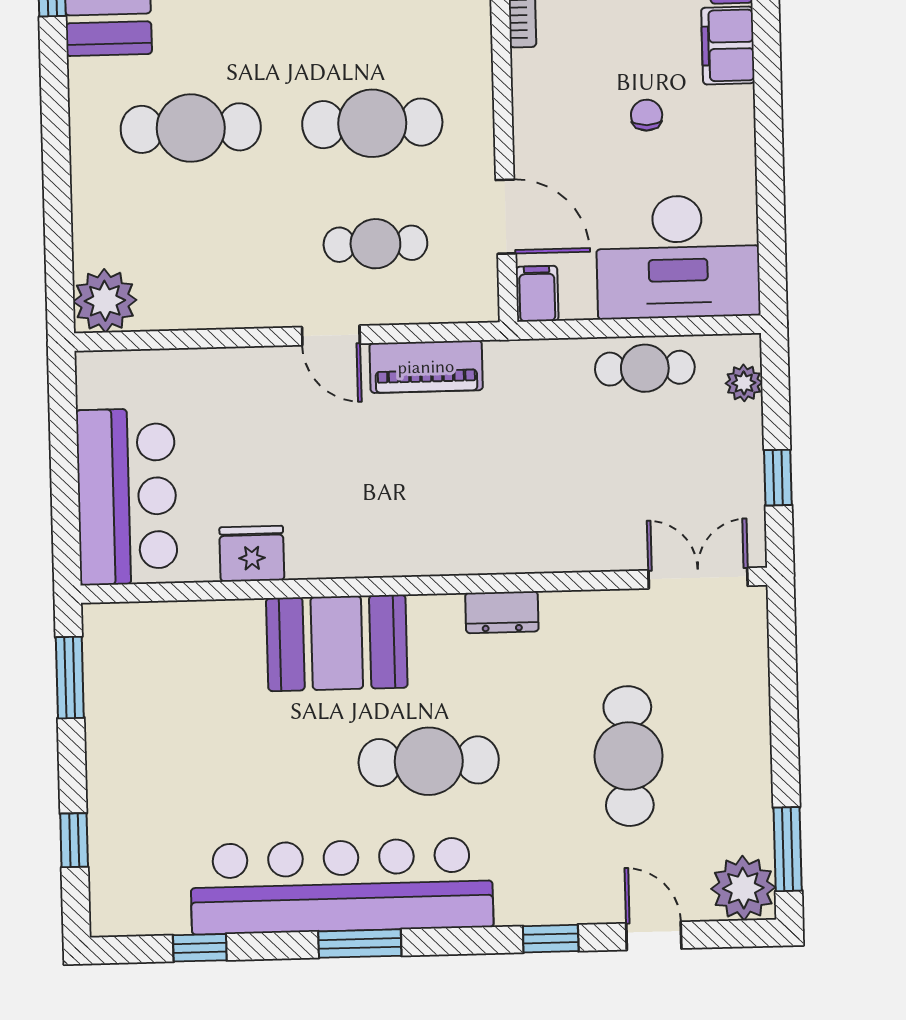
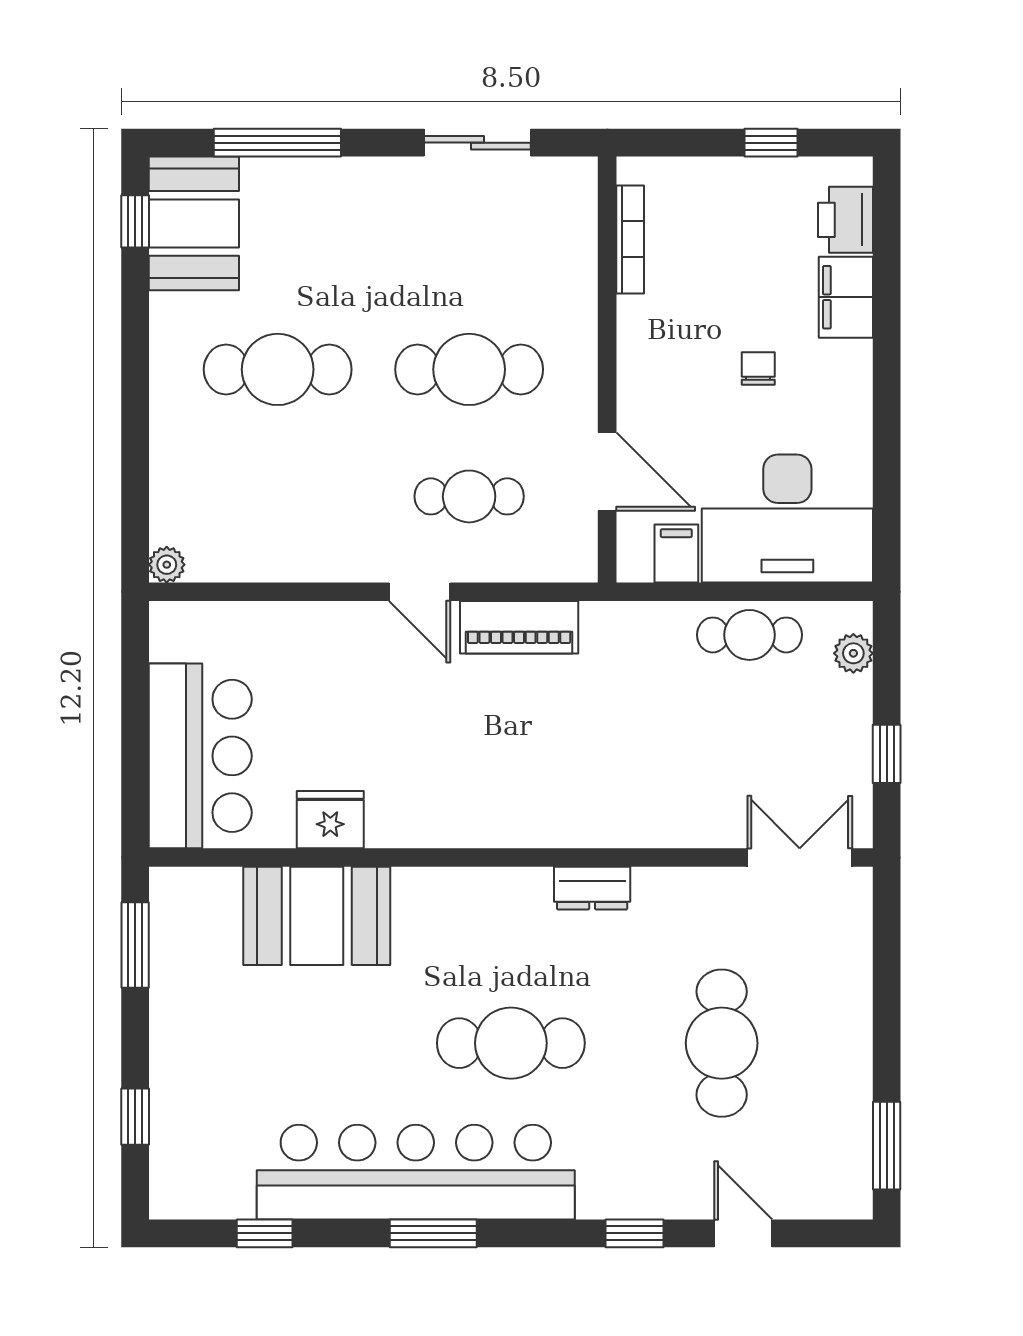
filing cabinet: (537, 294) -> (676, 554), moved
plant: (105, 301) -> (167, 565), width x0.53, depth x0.53
booth: (337, 643) -> (317, 916), moved
plant: (743, 888) -> (839, 1185), removed

